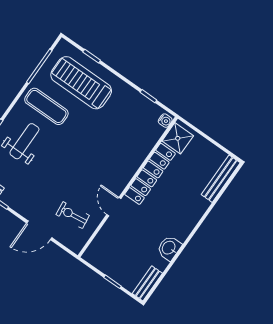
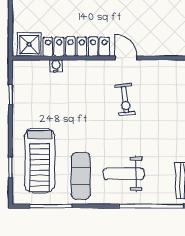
water cooler: (165, 121) -> (56, 66), moved
door: (114, 207) -> (126, 58), swing flipped
exercise bike: (73, 215) -> (125, 100), moved

